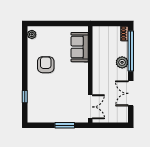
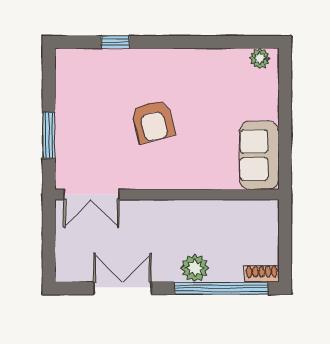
sofa: (80, 47) -> (259, 155), moved, turned -90
armchair: (46, 65) -> (153, 121), moved, turned 75

